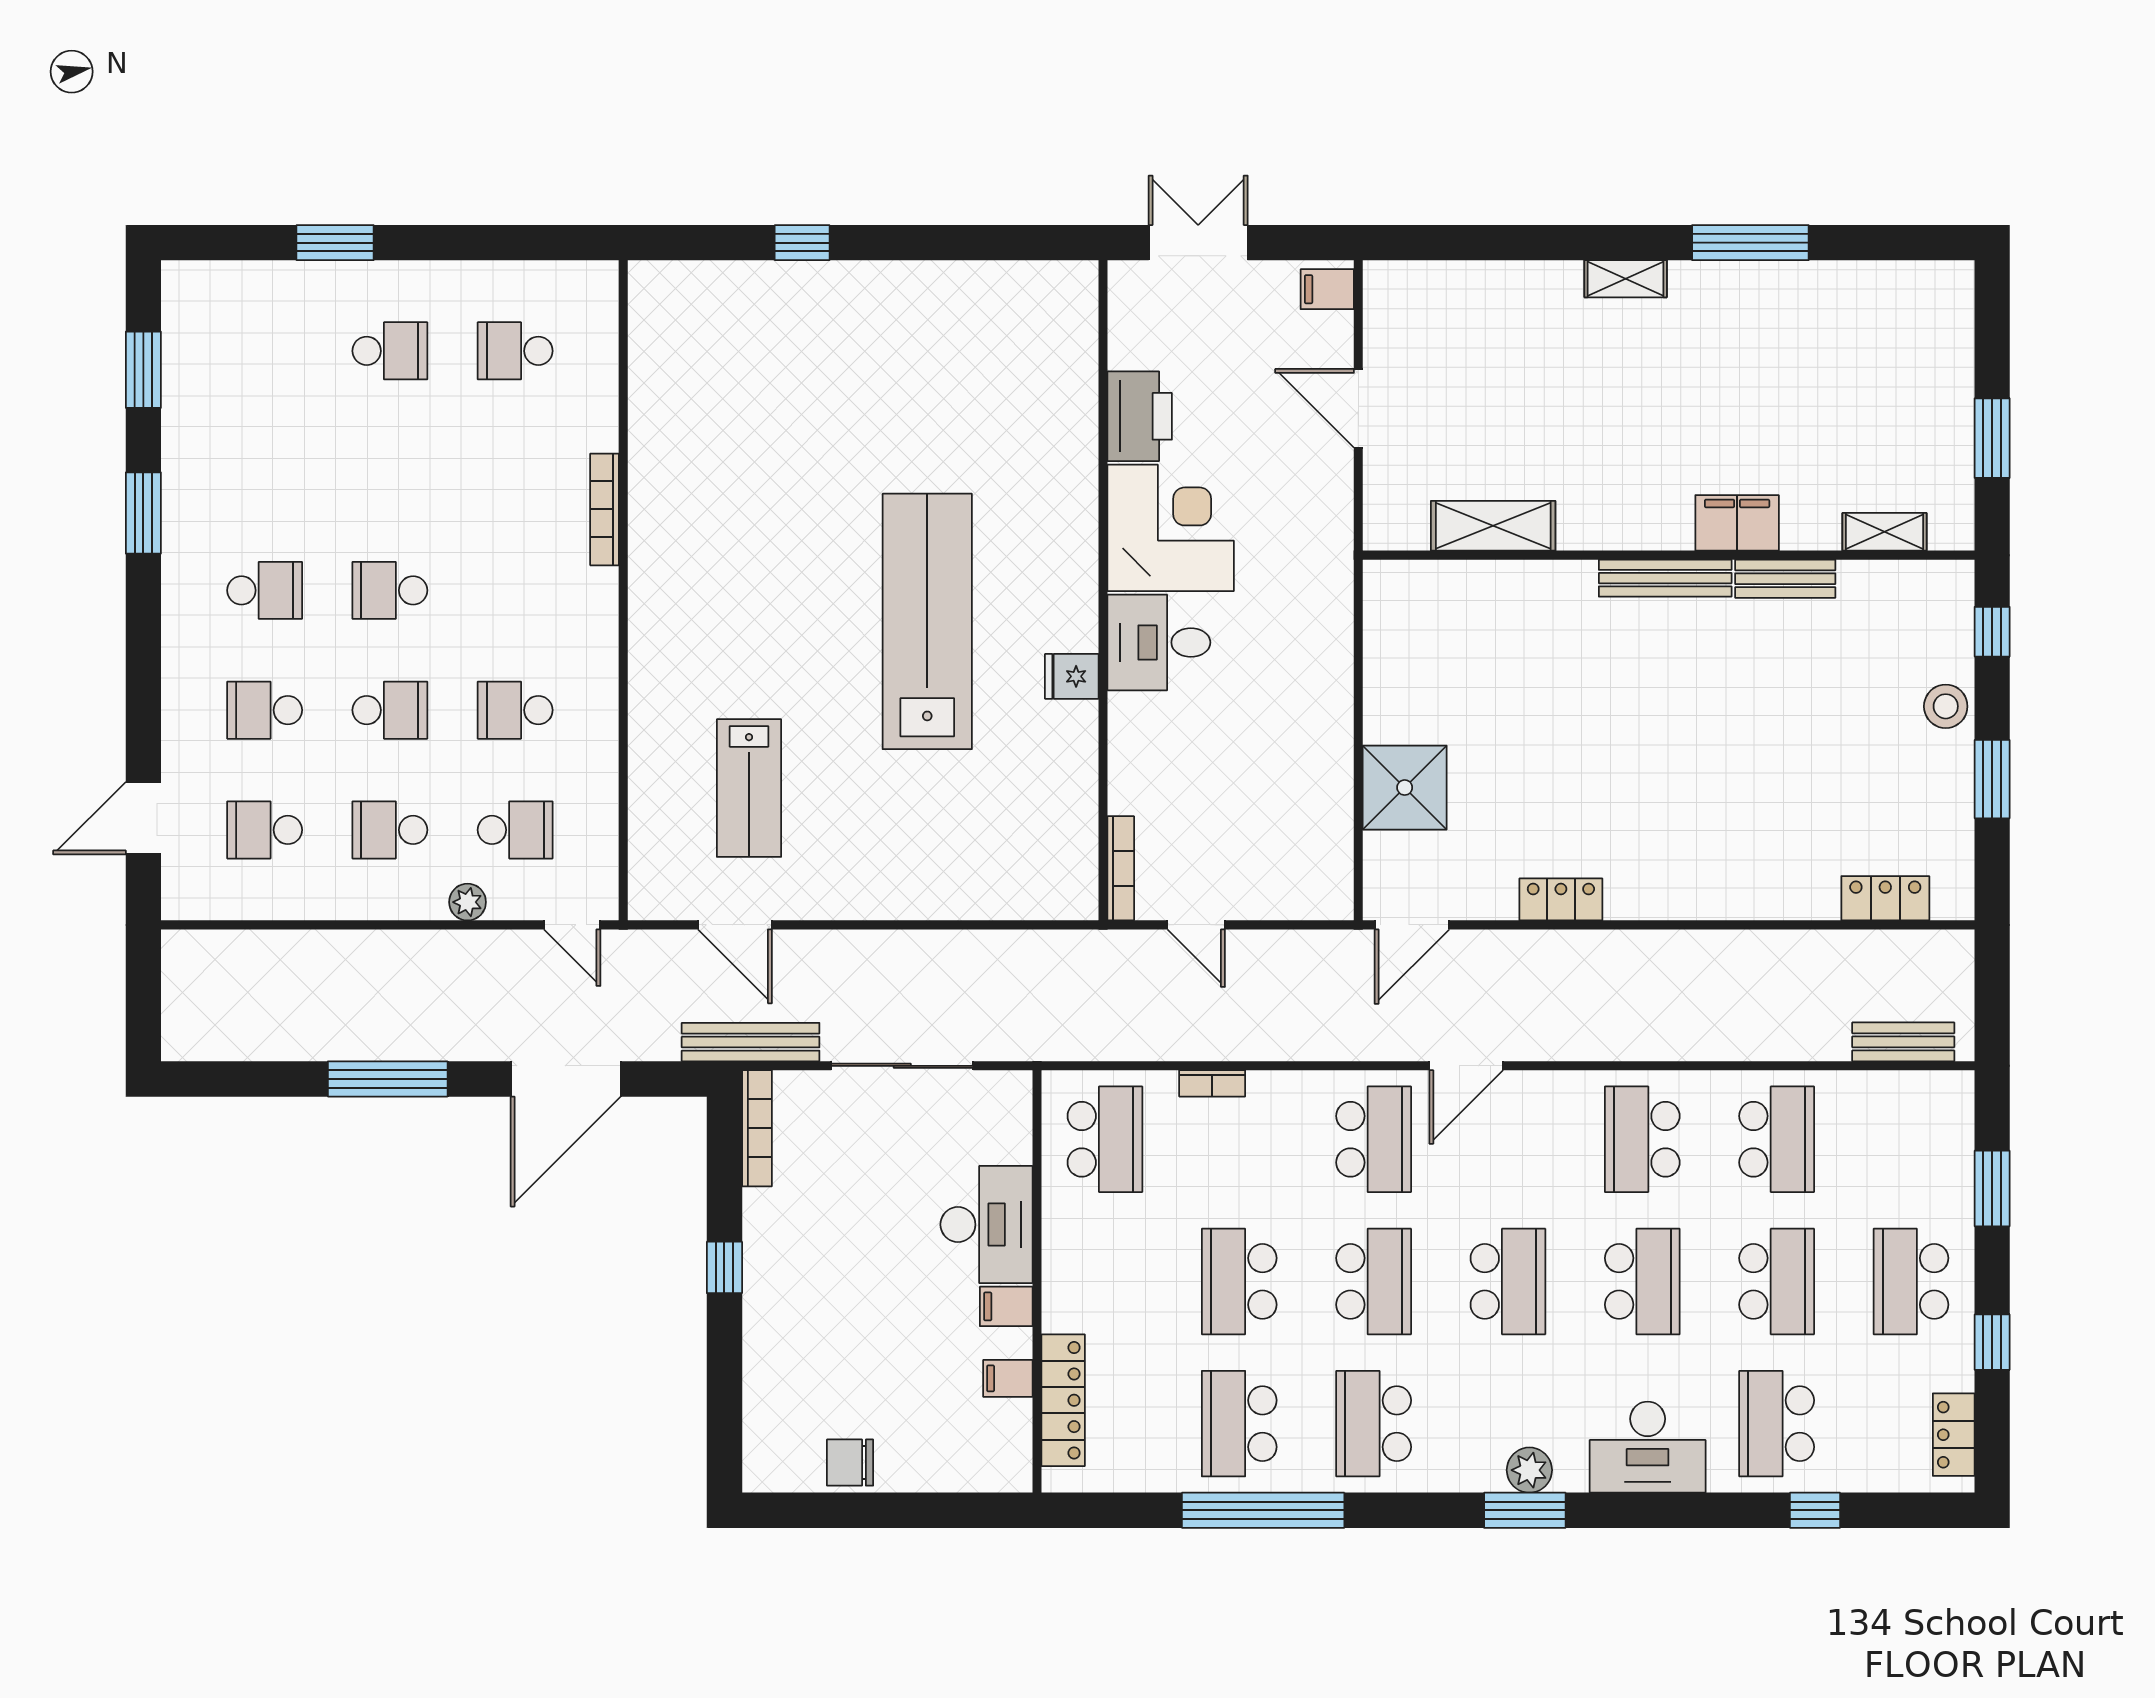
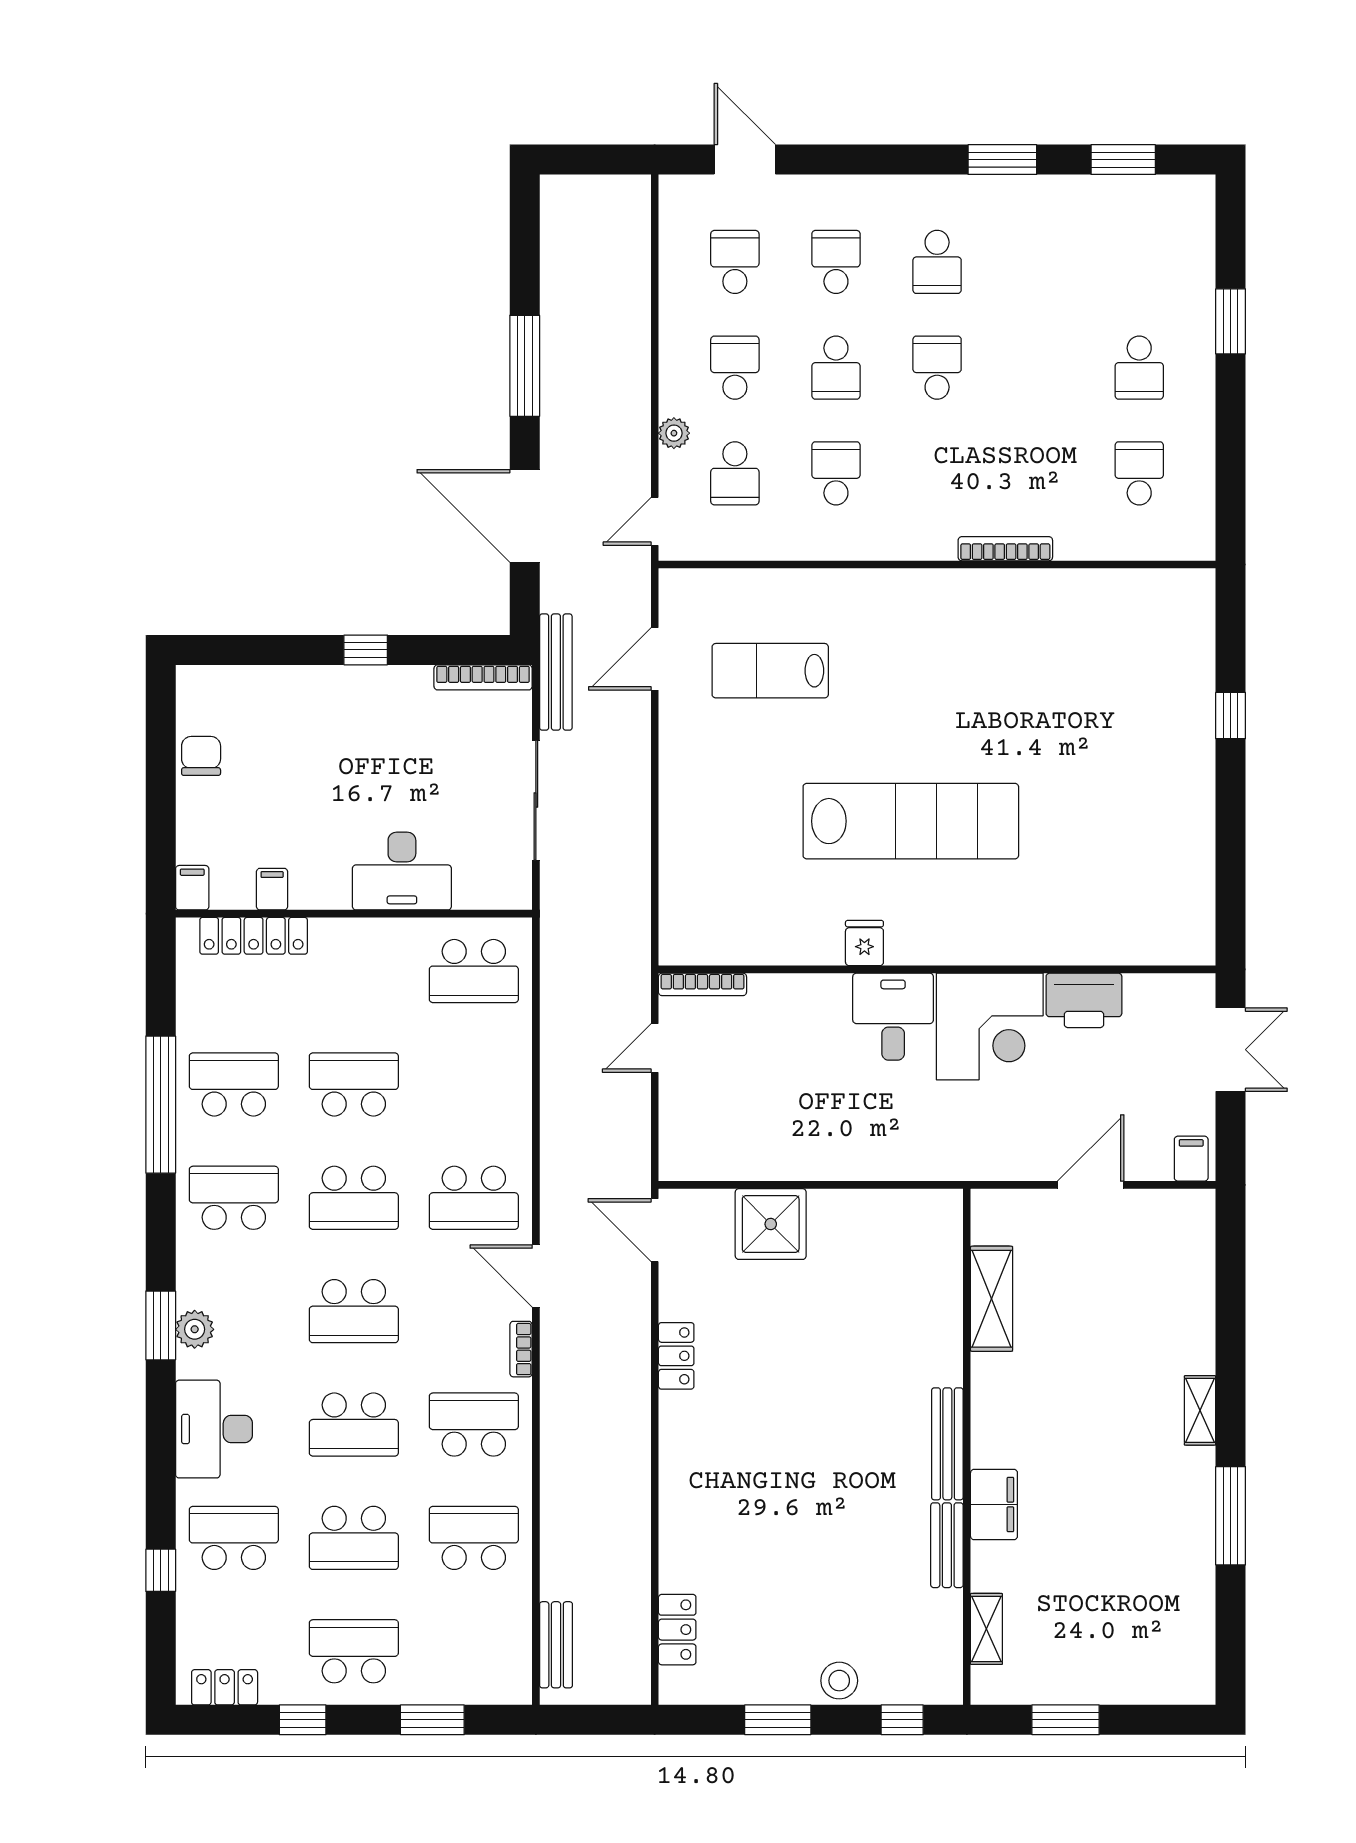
bookcase: (1212, 1083) -> (521, 1349), moved
school desk: (1777, 1139) -> (474, 1538), turned 180
filing cabinet: (1006, 1306) -> (192, 888), moved

